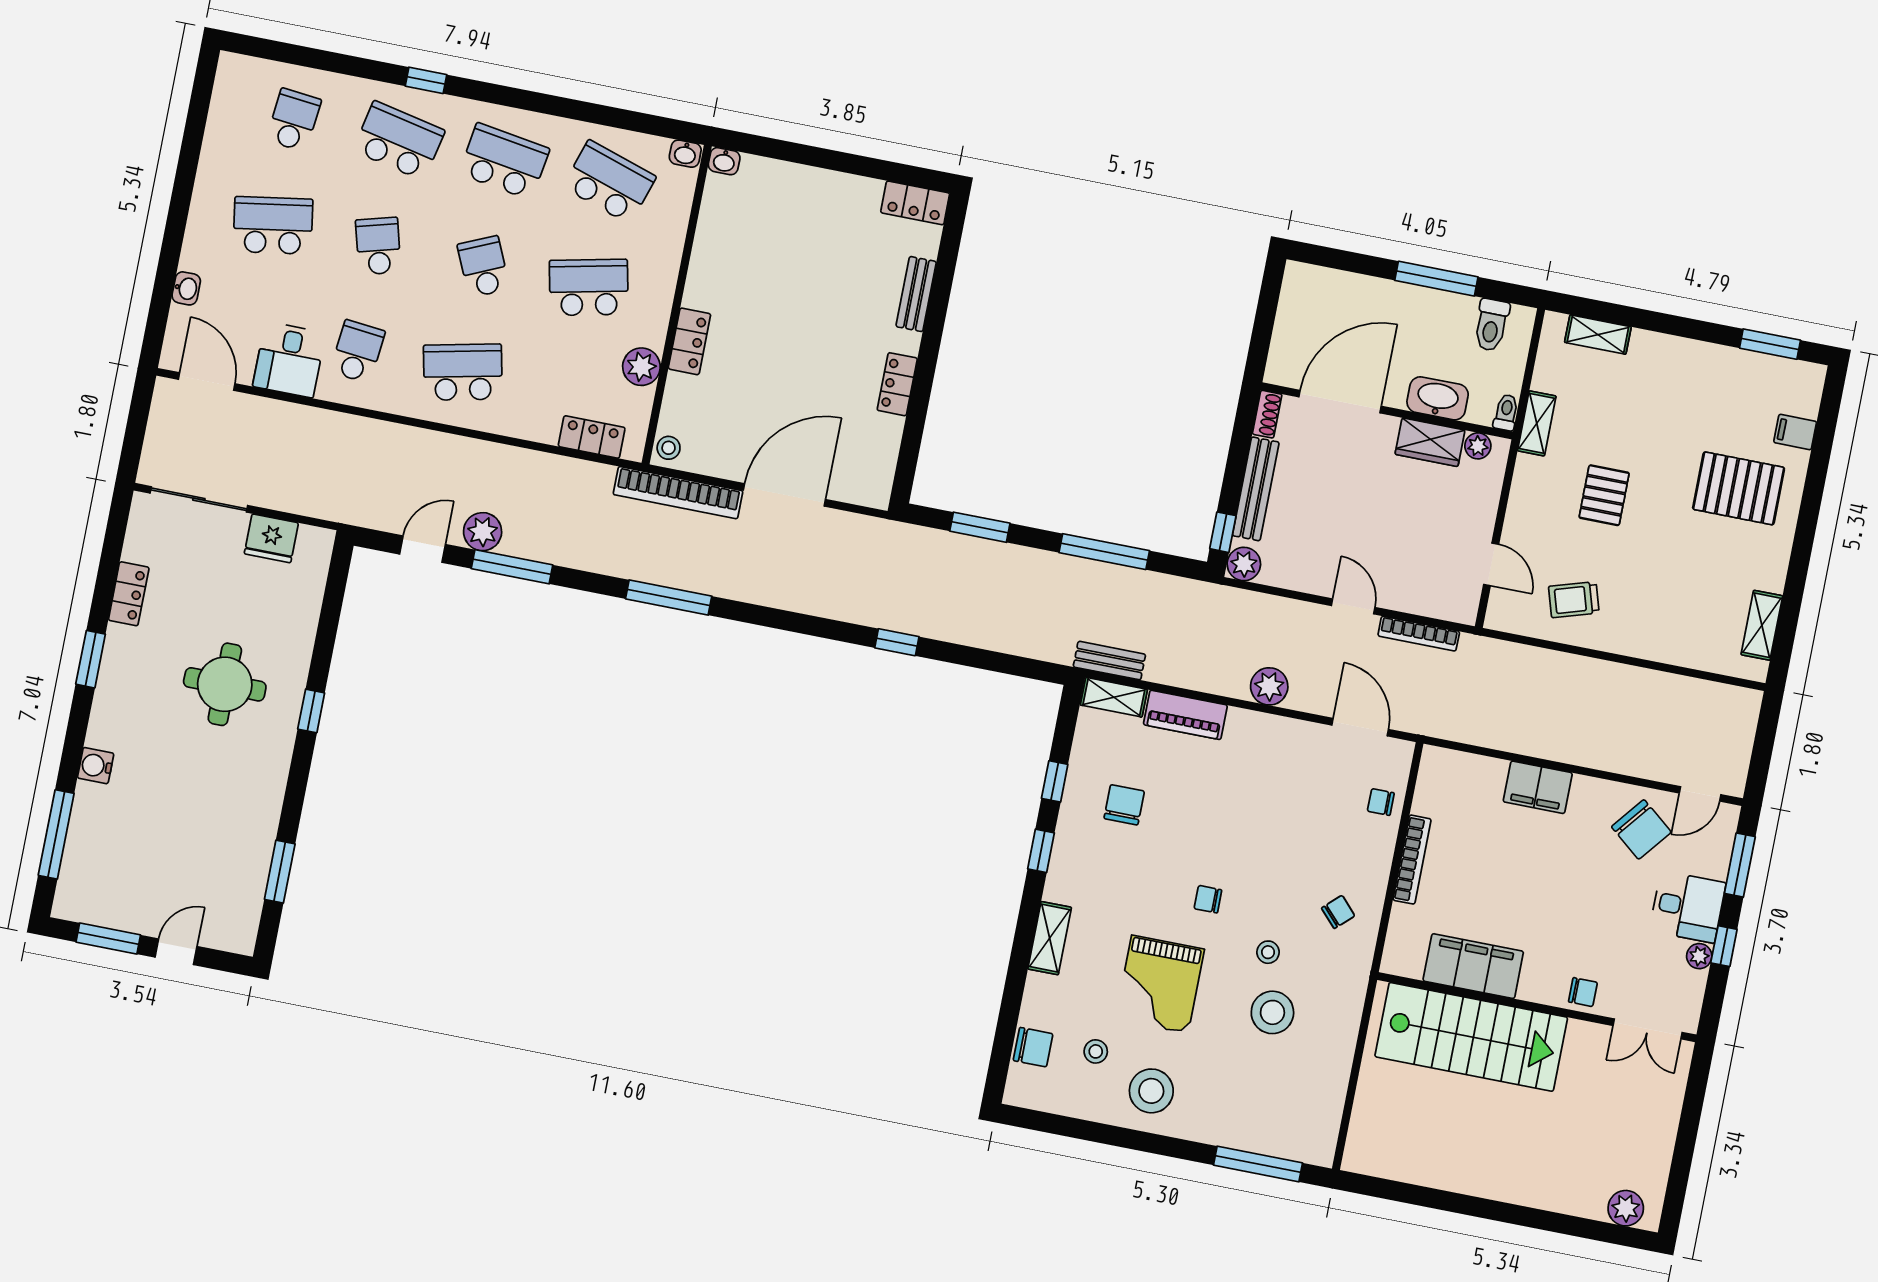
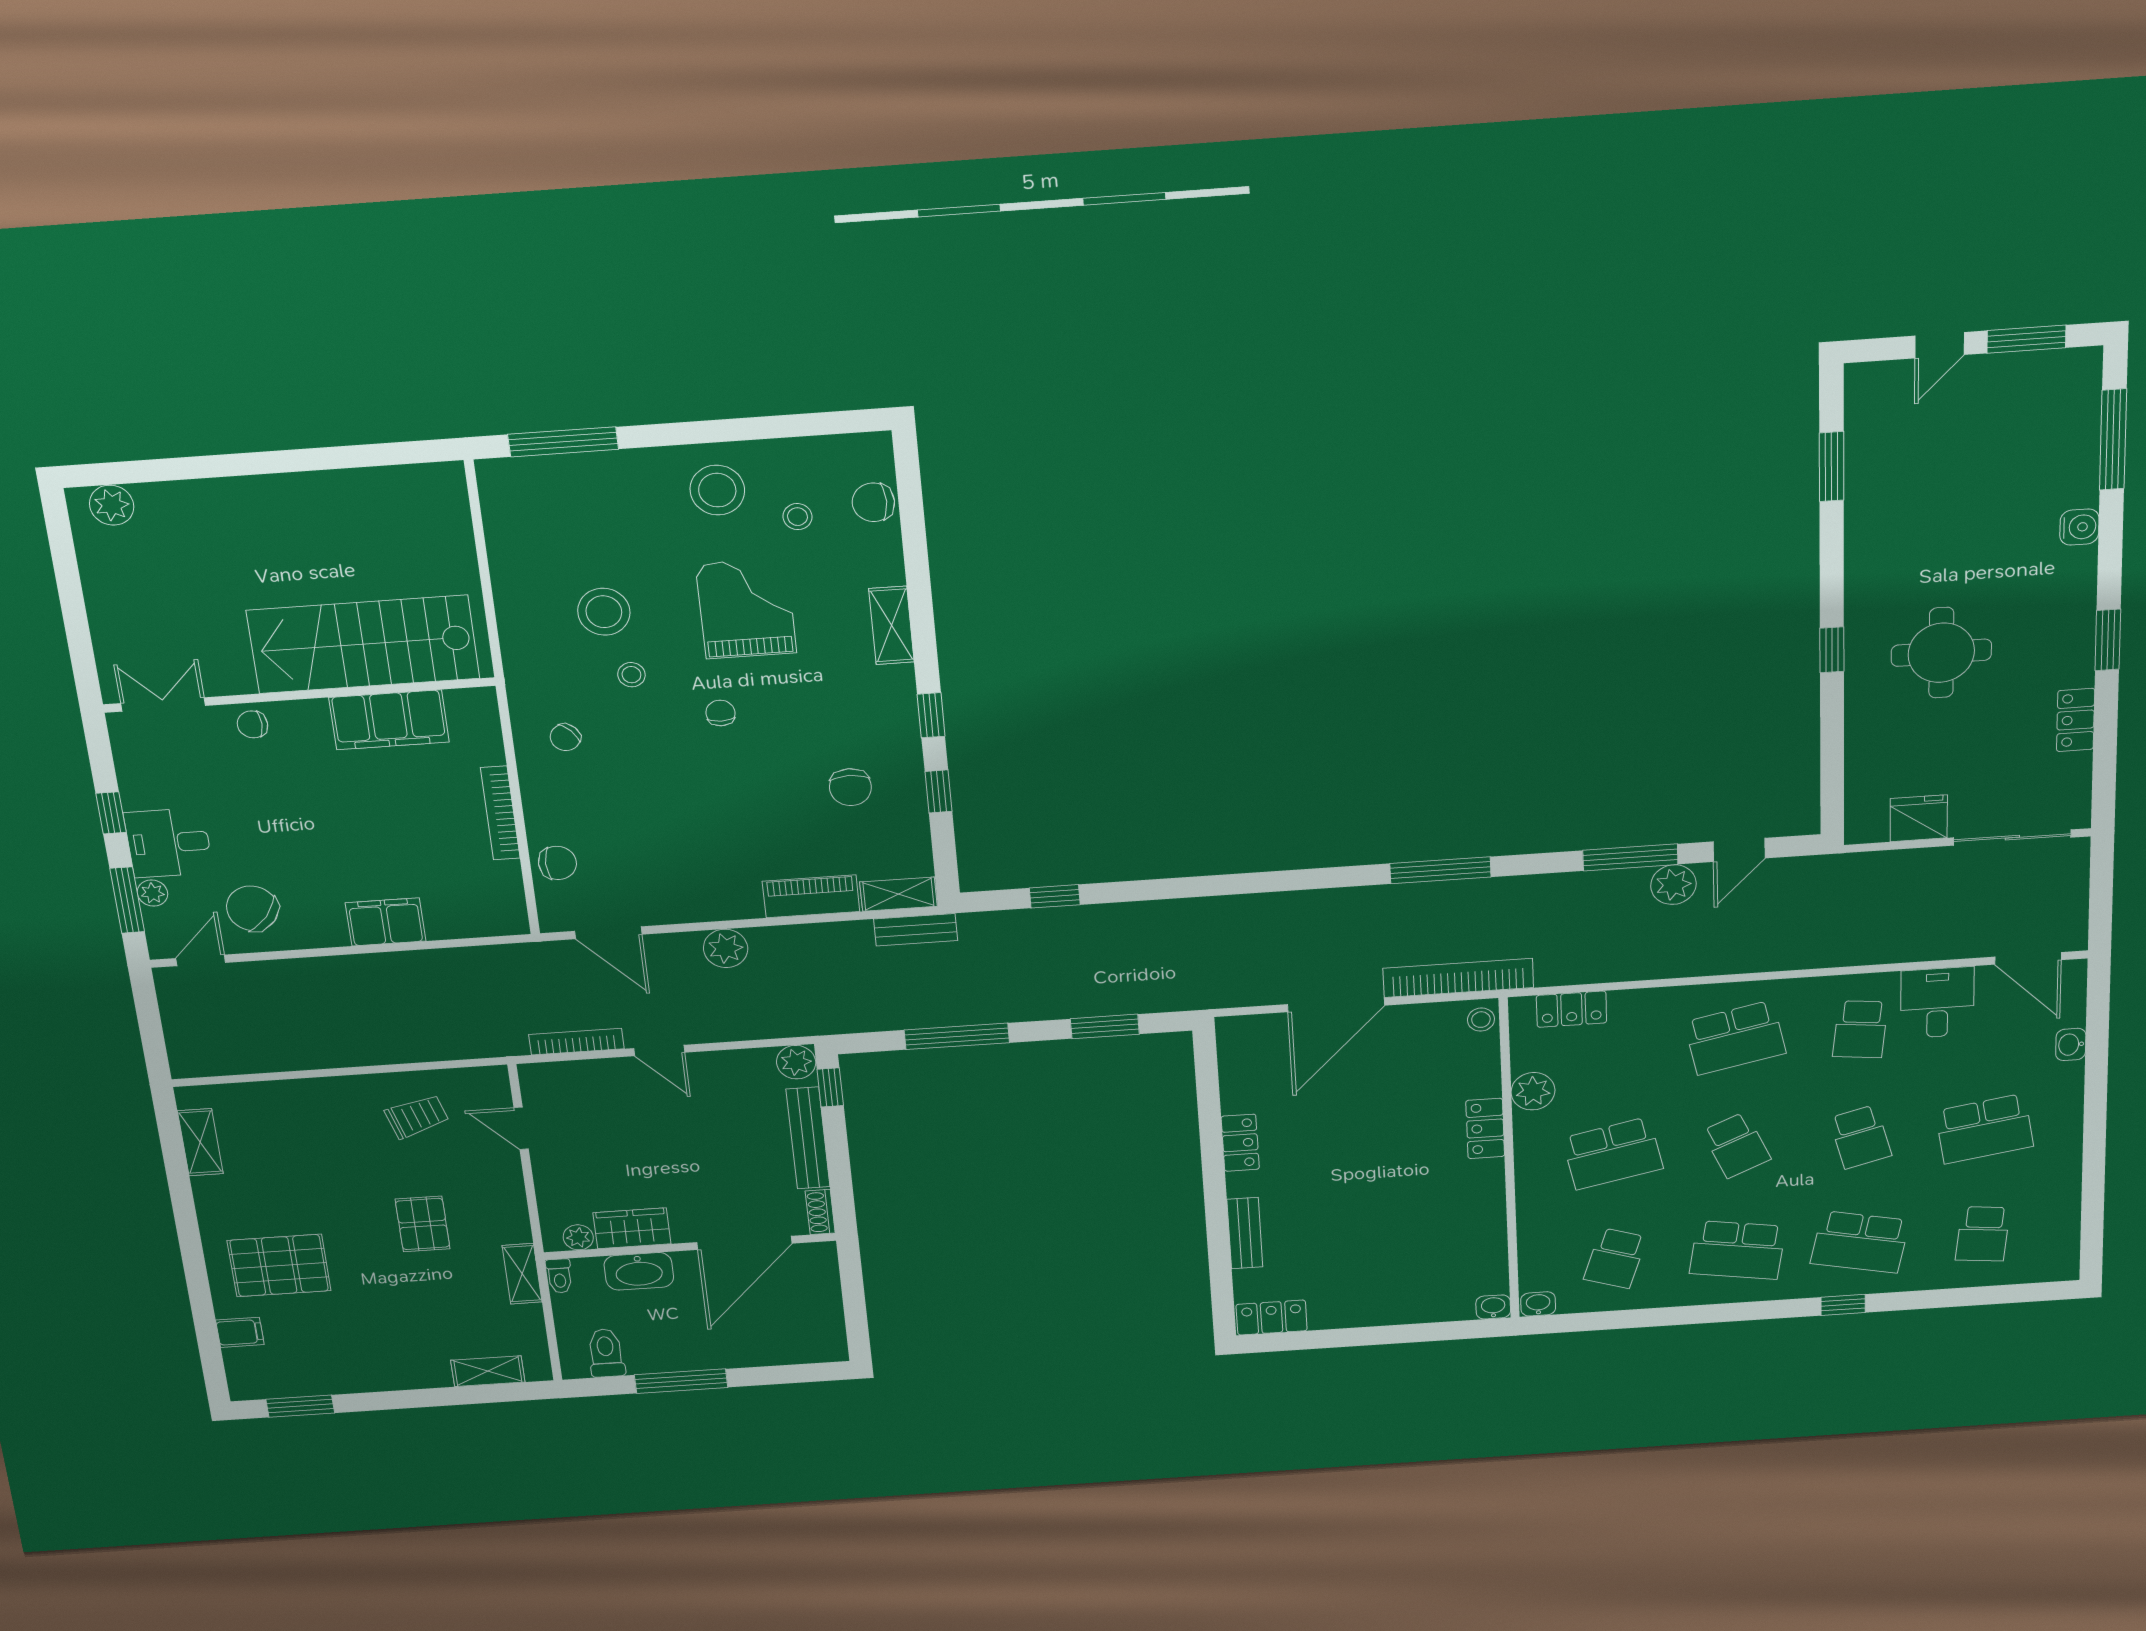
school desk: (609, 182) -> (1615, 1258), width x0.54
window: (897, 642) -> (1055, 896), moved
chair: (1381, 802) -> (557, 863), width x1.37, depth x1.37
chair: (1208, 899) -> (720, 713), turned -90
plant: (1699, 956) -> (153, 893), moved

